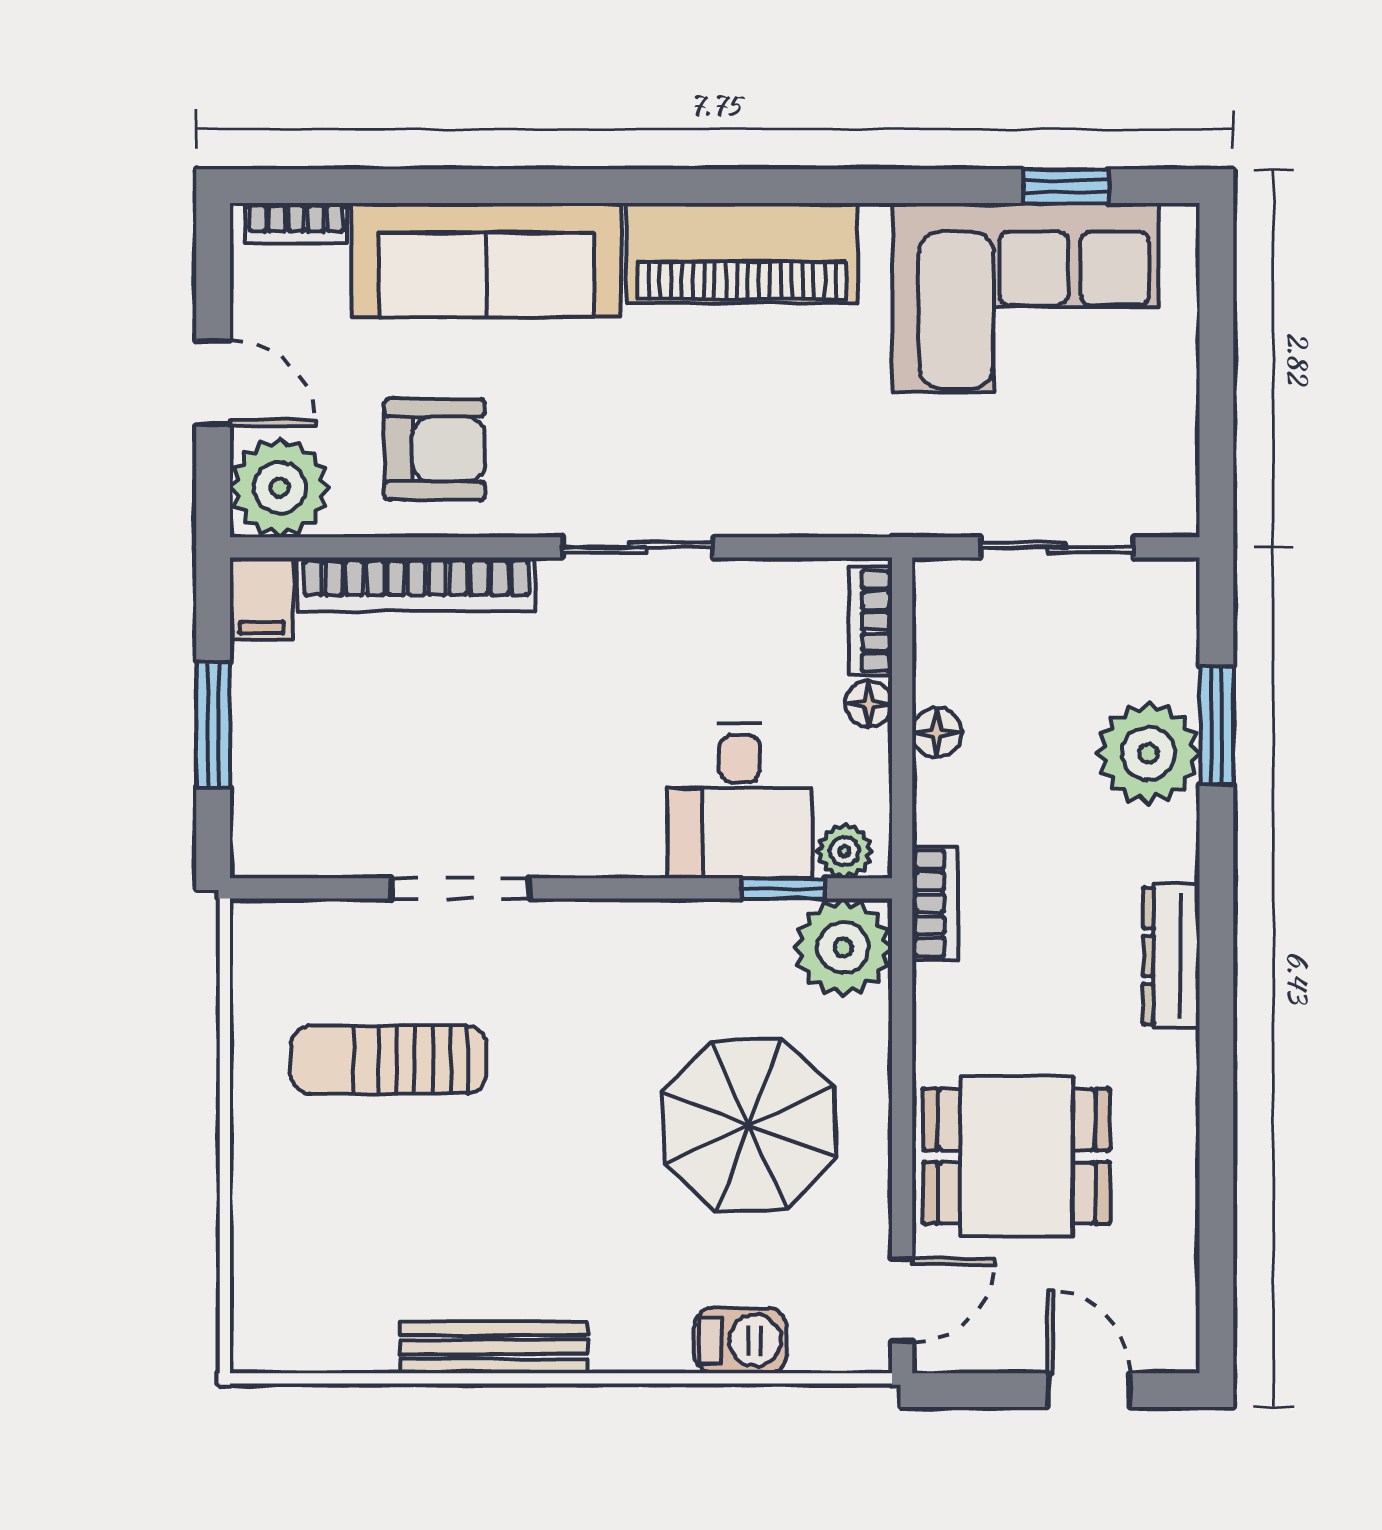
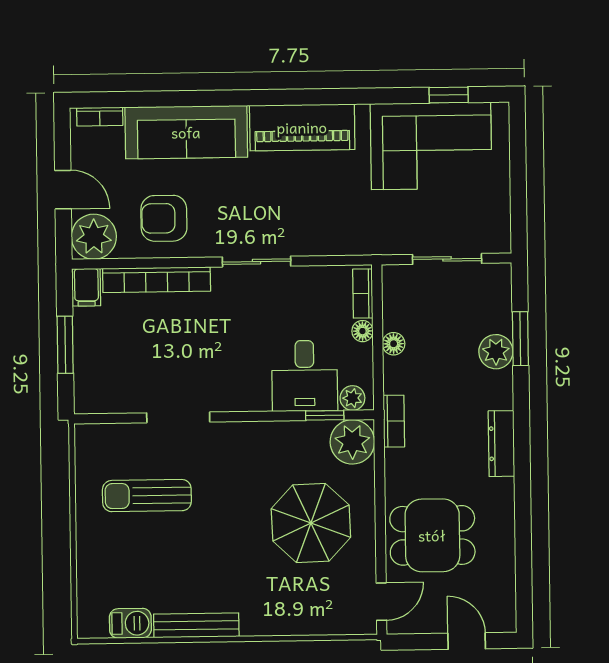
armchair: (435, 449) -> (164, 218), turned 180
plant: (1148, 753) -> (496, 352), width x0.73, depth x0.73
barbecue: (740, 1341) -> (130, 623), moved

